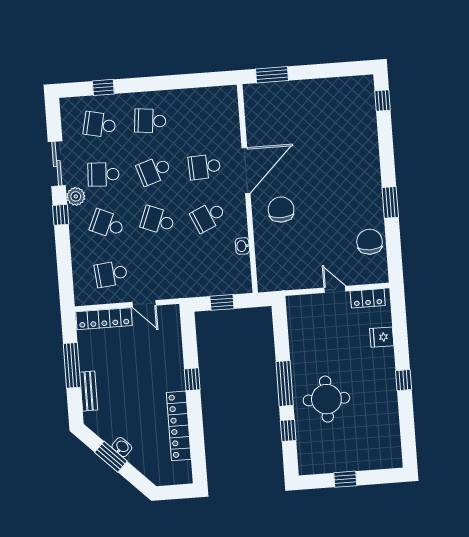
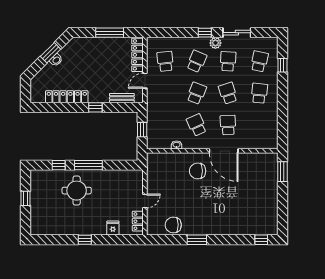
chair: (281, 210) -> (198, 171), turned 180
chair: (370, 242) -> (173, 225), turned 180
bench: (89, 391) -> (122, 98), moved

